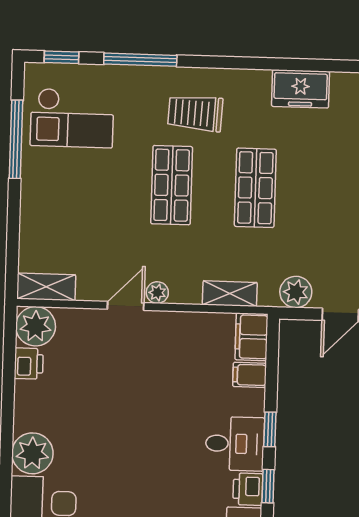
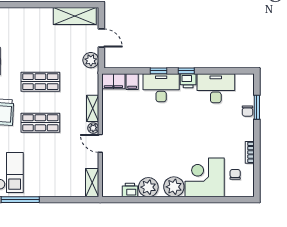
shelving: (230, 294) -> (93, 108), moved
plant: (36, 326) -> (148, 187), moved
desk: (235, 444) -> (161, 88), width x1.37

